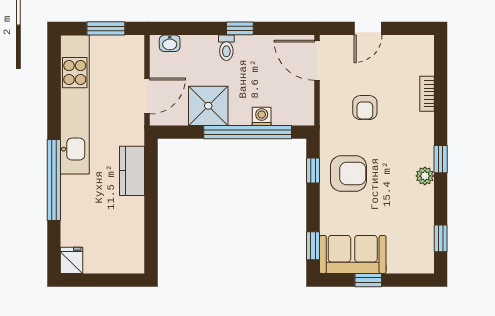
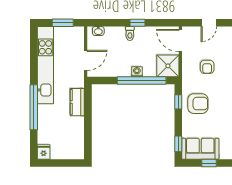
shower: (208, 106) -> (168, 66), moved
washing machine: (262, 116) -> (137, 72), moved

